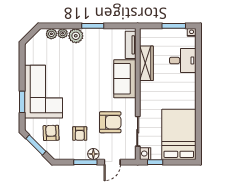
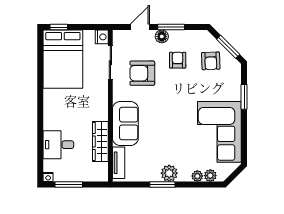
plant: (76, 36) -> (169, 173), moved
corner sofa: (44, 92) -> (219, 132), moved
window: (155, 162) -> (59, 27), moved

